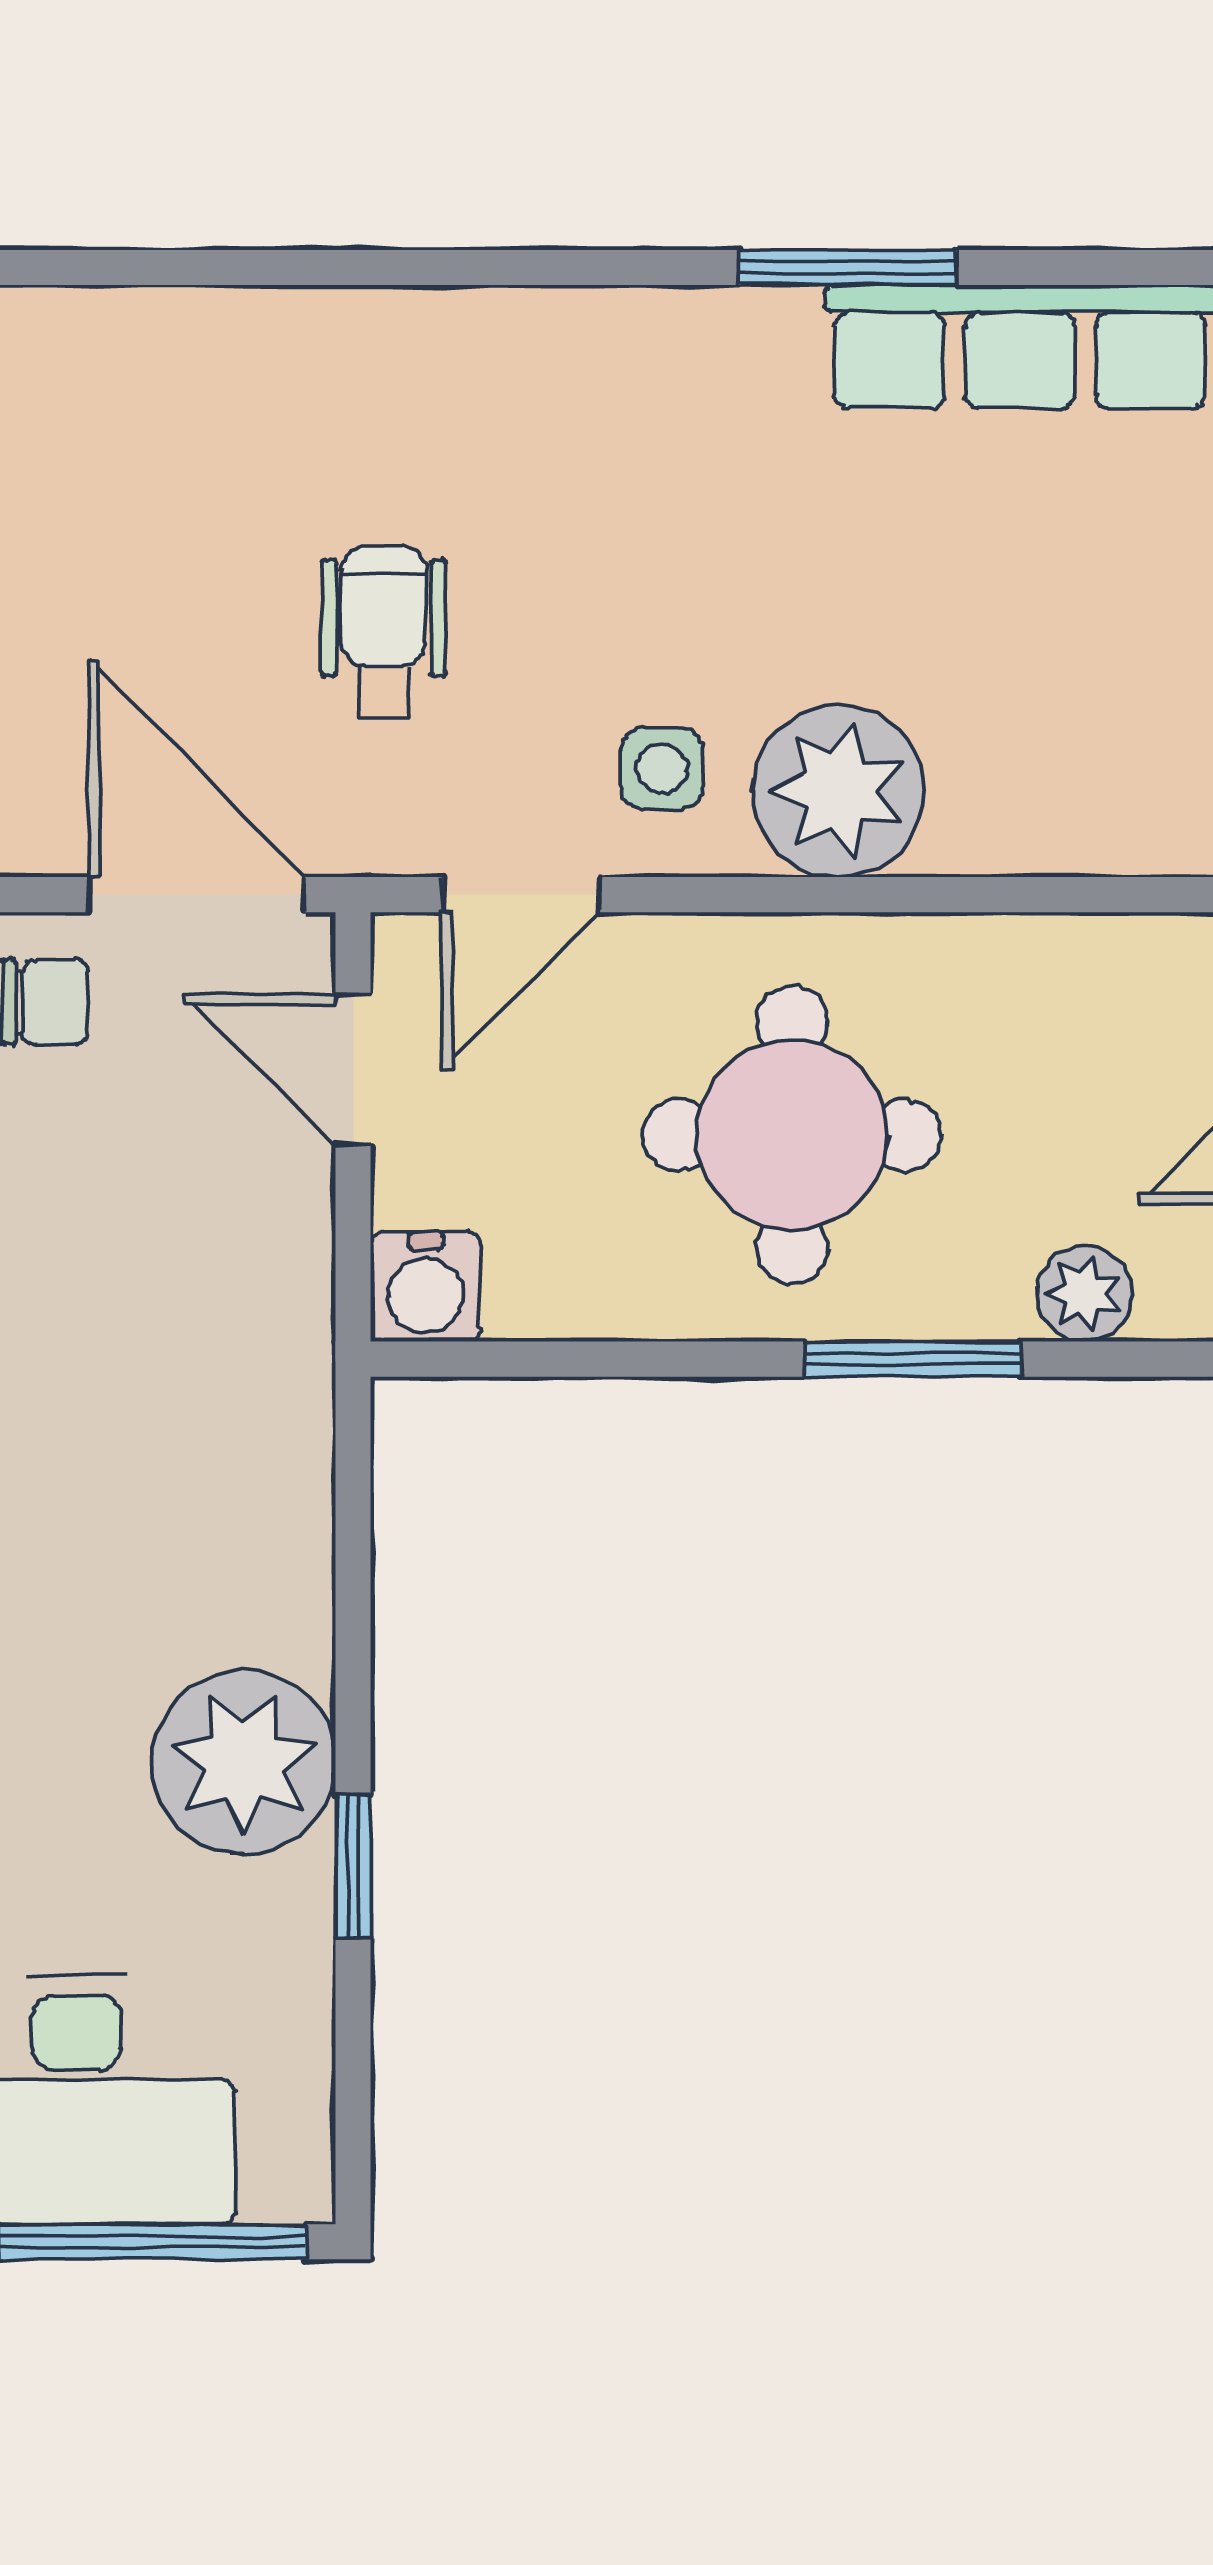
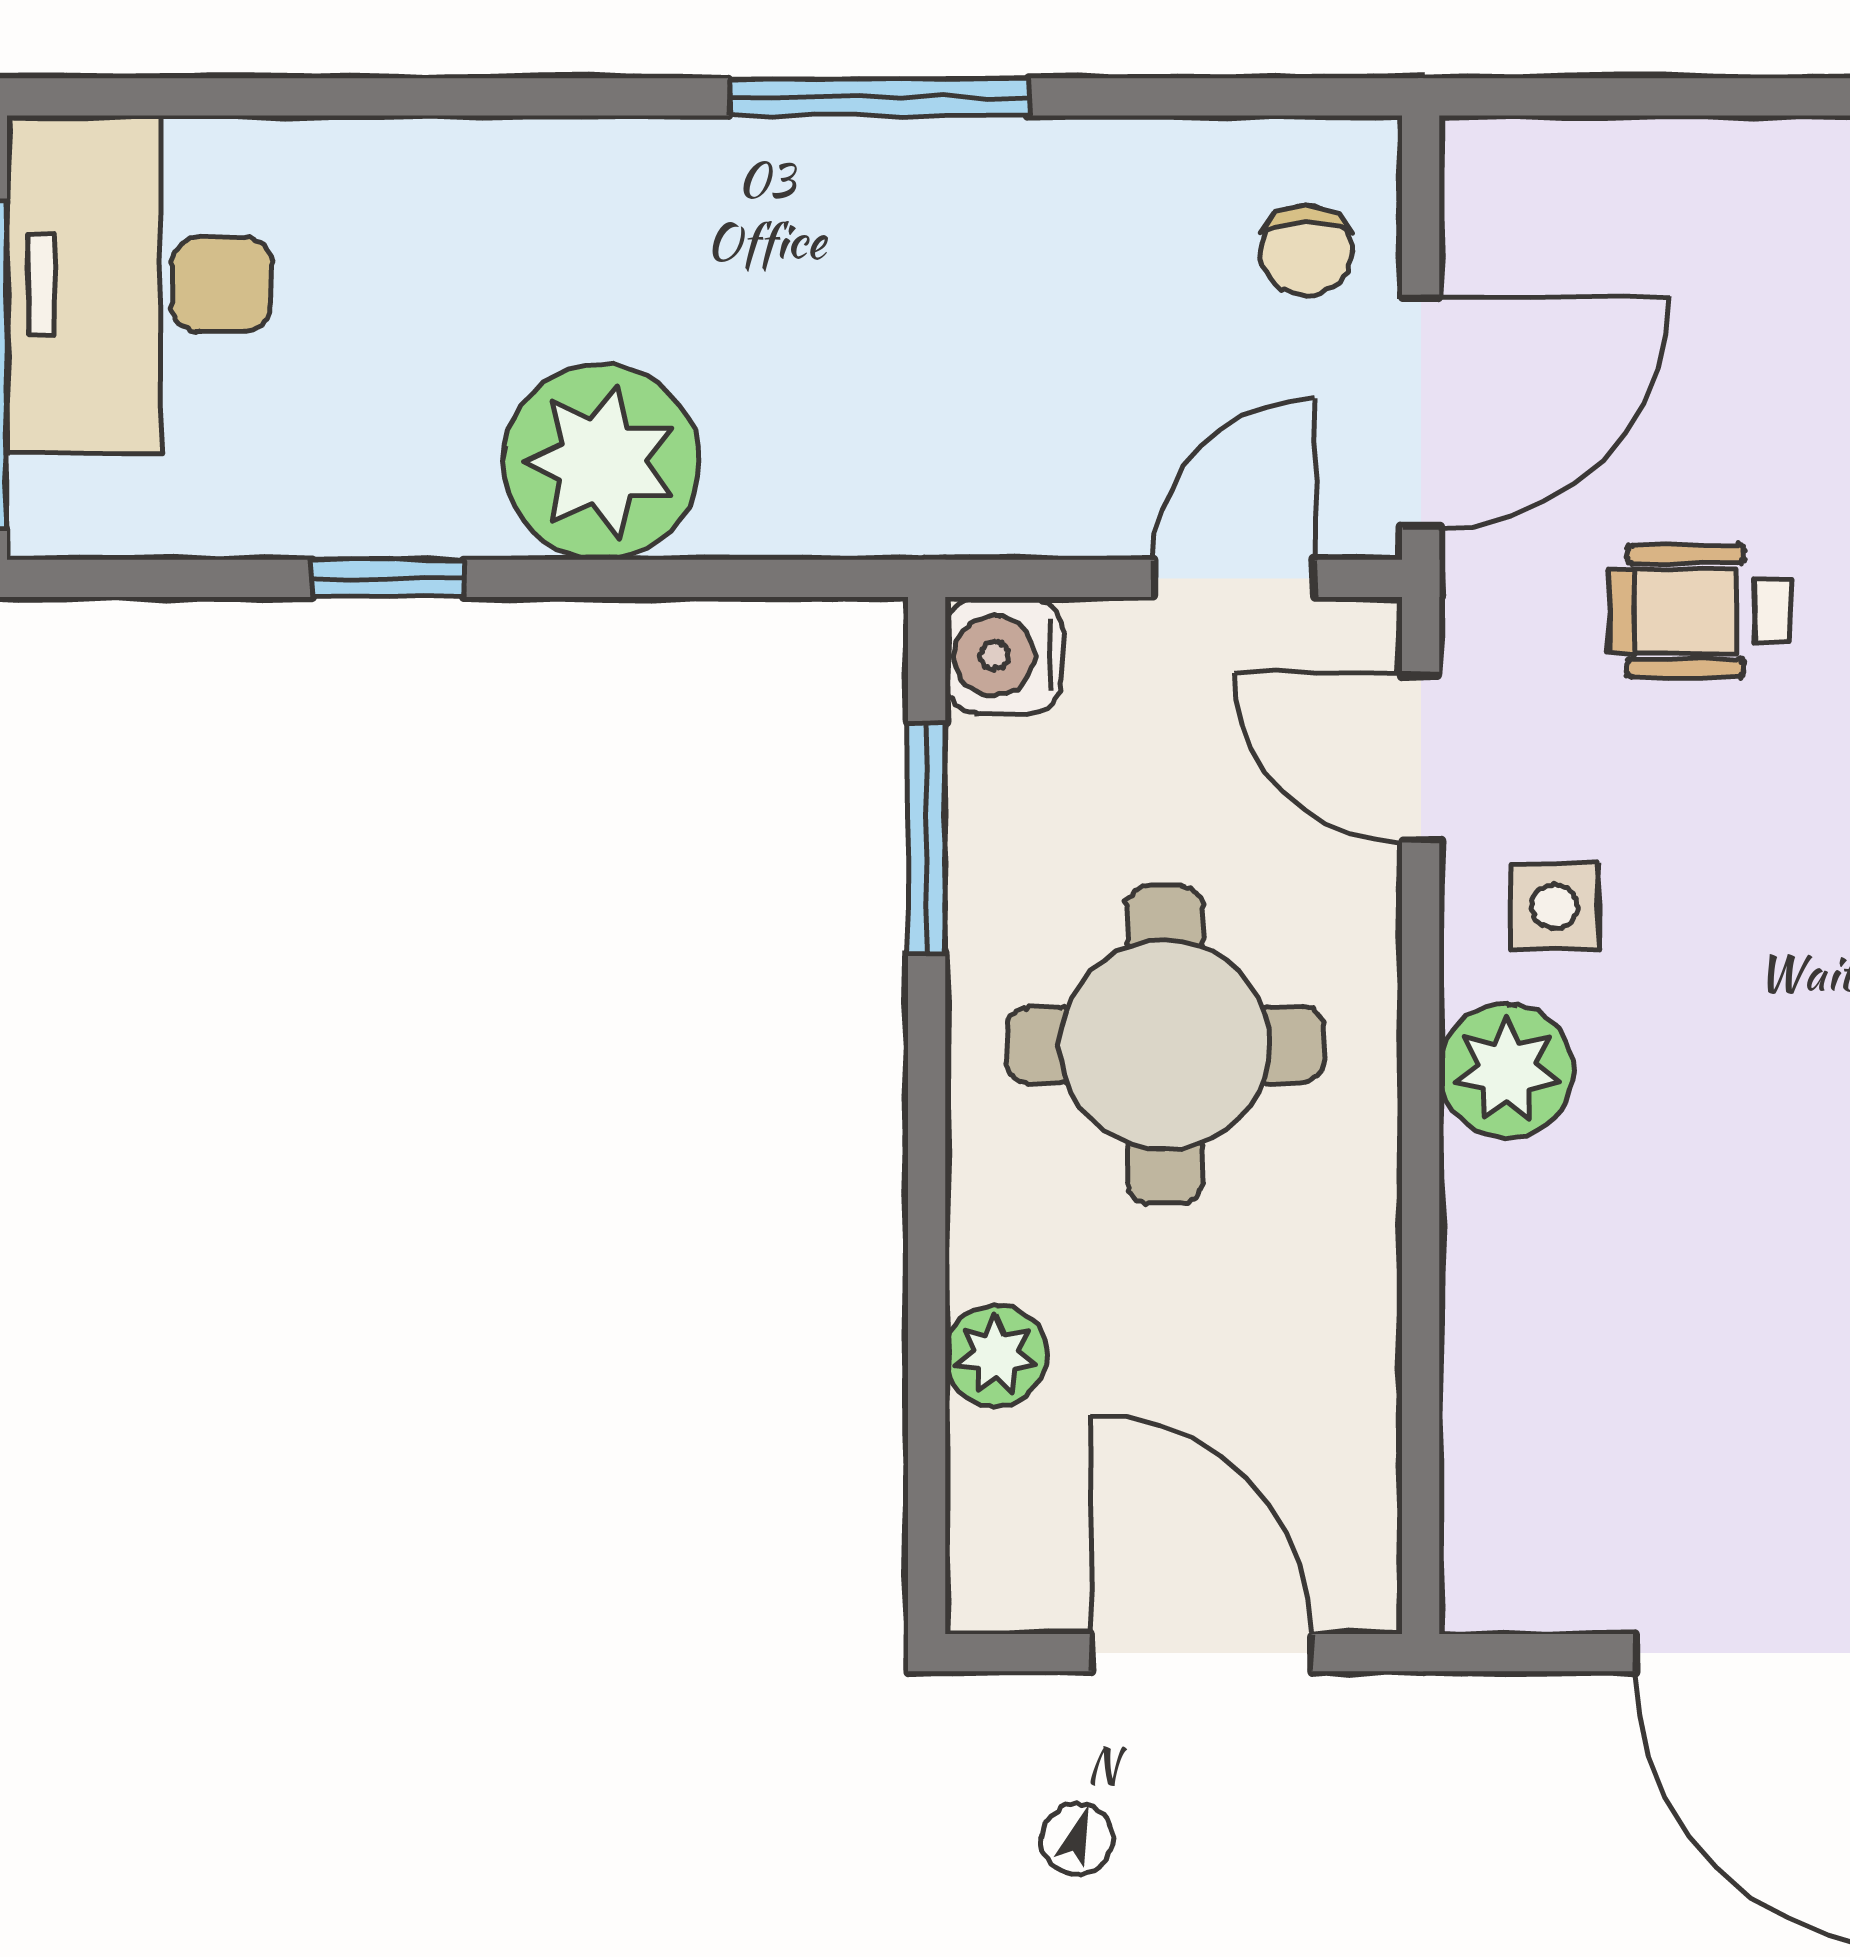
wheelchair: (384, 632) -> (1700, 611), turned 180
plant: (839, 791) -> (1506, 1070), width x0.73, depth x0.73
window: (912, 1359) -> (927, 838), moved
plant: (243, 1762) -> (601, 462), moved

